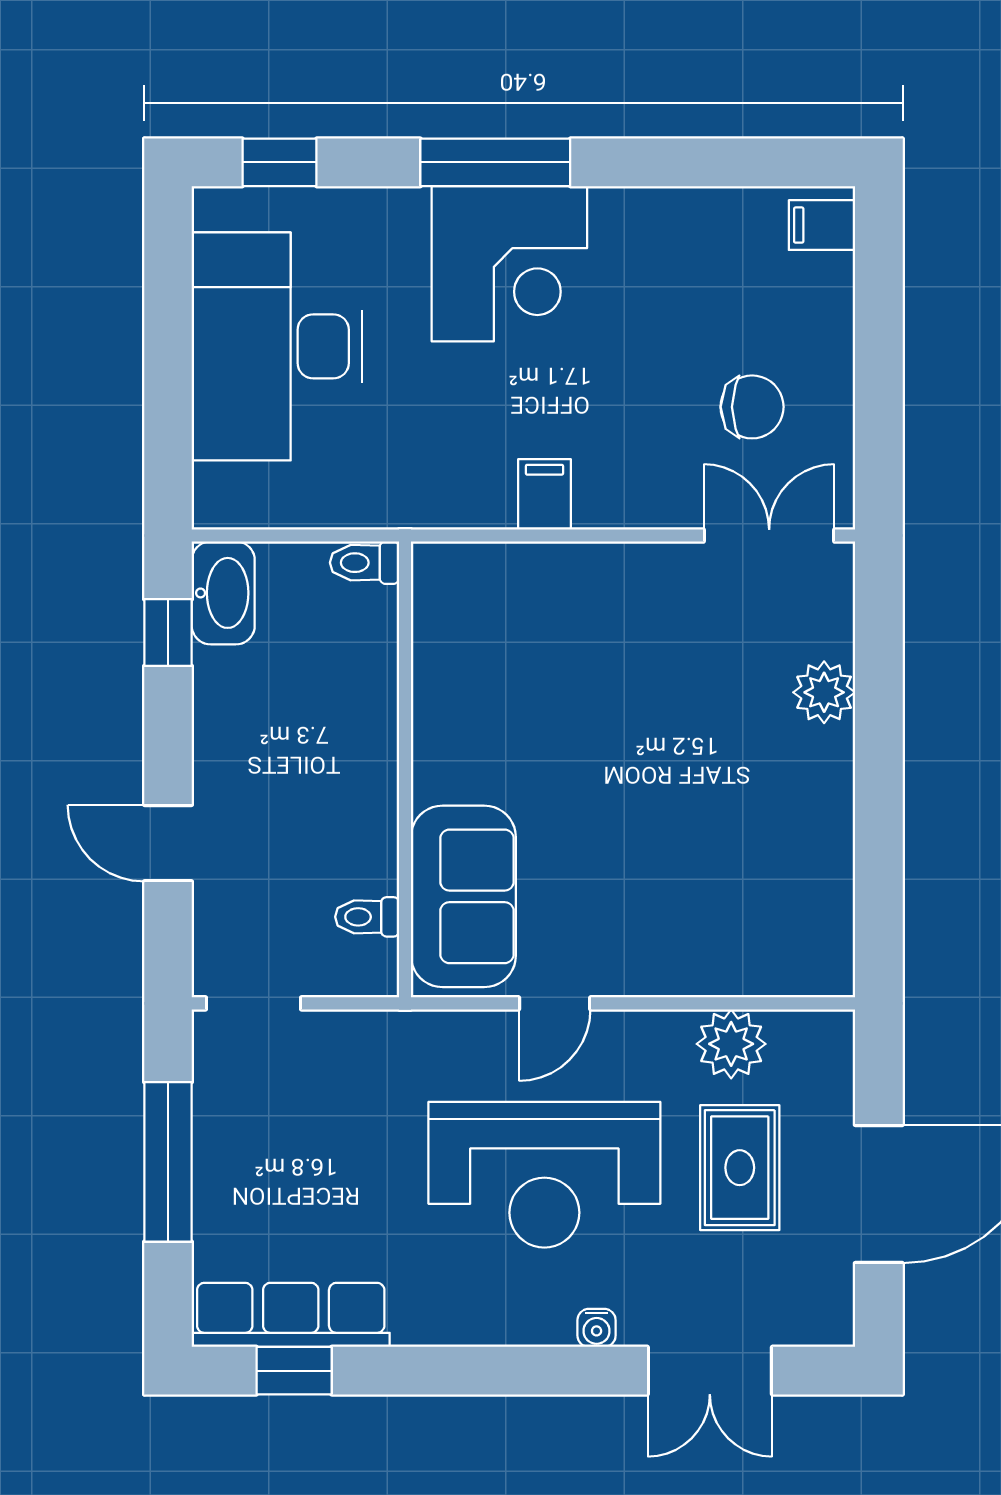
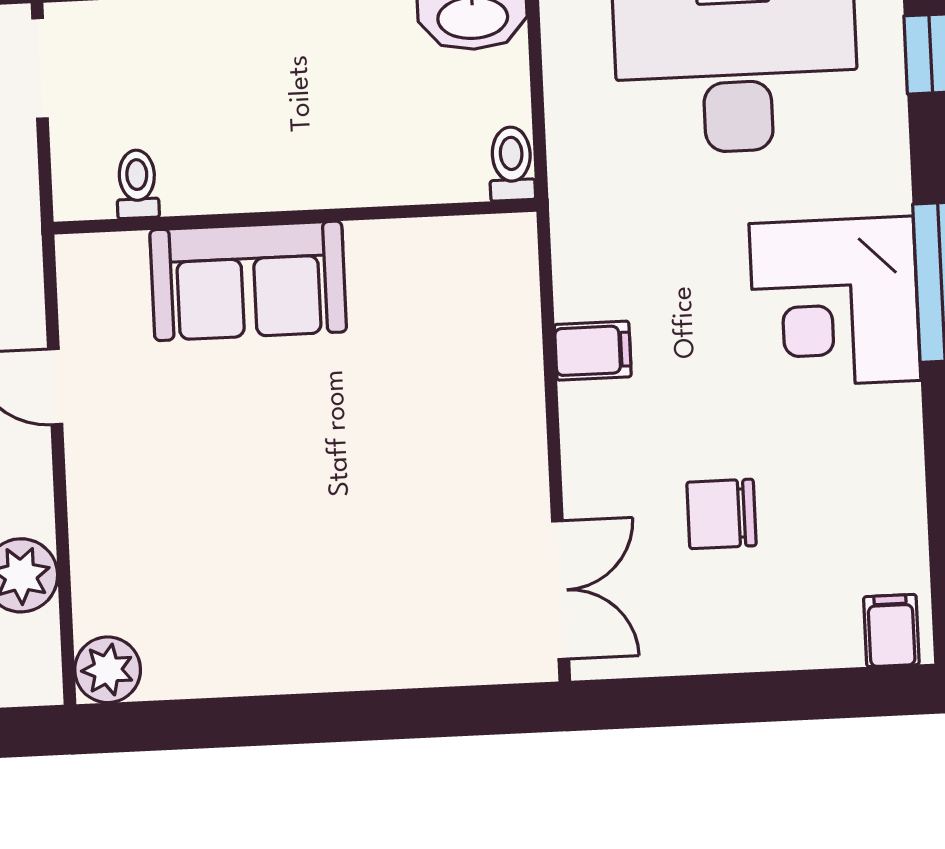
chair: (752, 407) -> (722, 514), moved, turned 90
plant: (824, 692) -> (108, 670), moved
sofa: (463, 896) -> (248, 281), moved

